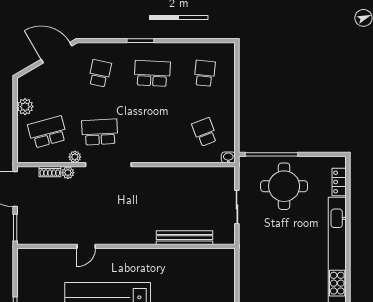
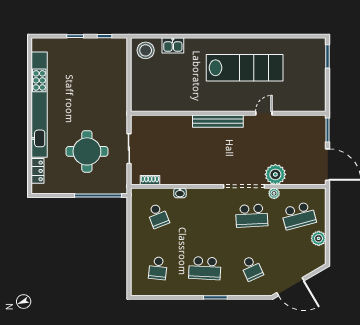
school desk: (100, 73) -> (252, 268), turned -36
washbasin: (228, 157) -> (180, 193), moved
shoe rack: (50, 172) -> (150, 180), moved
plant: (68, 173) -> (275, 174), width x1.88, depth x1.88
round table: (284, 186) -> (87, 151), moved
bench: (184, 238) -> (218, 121), moved

